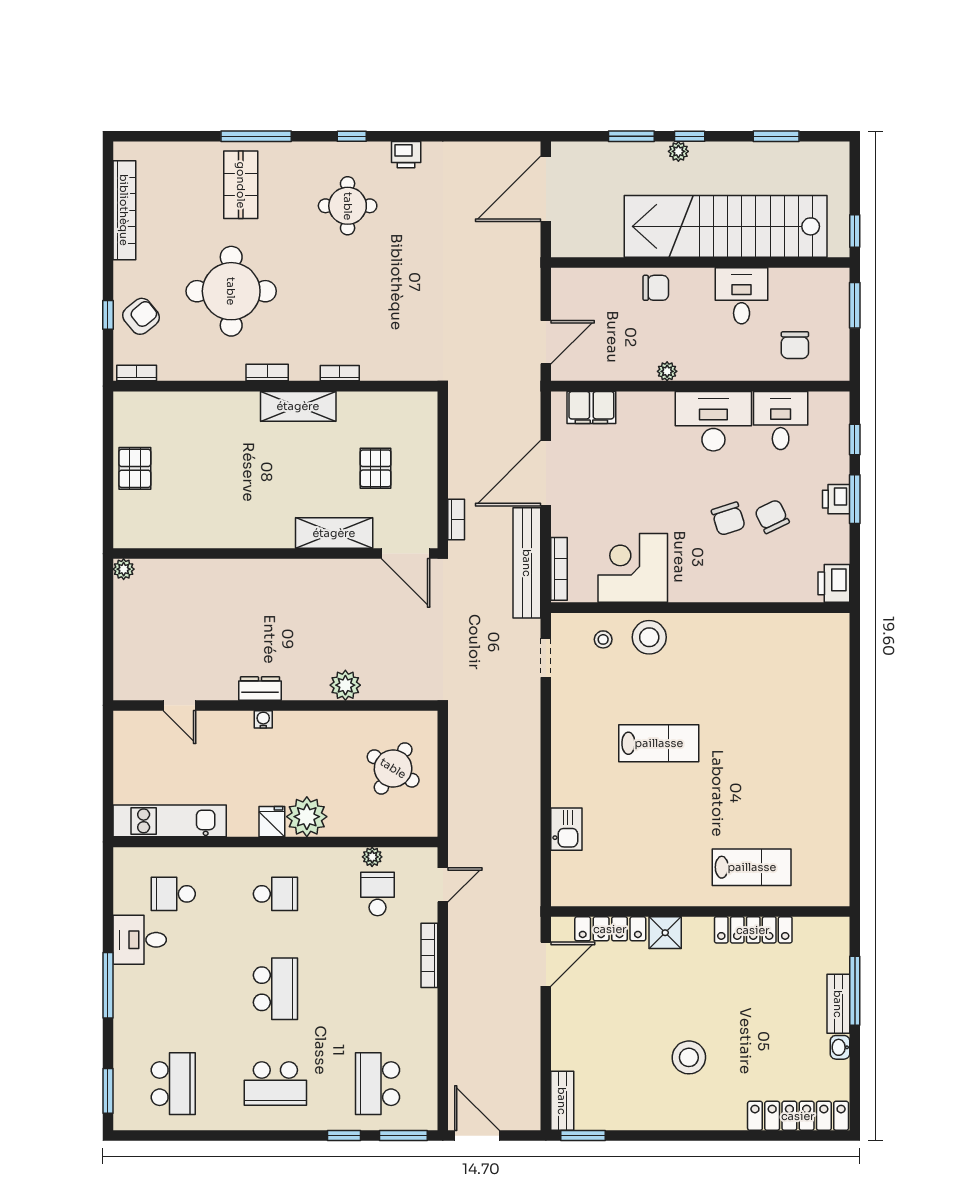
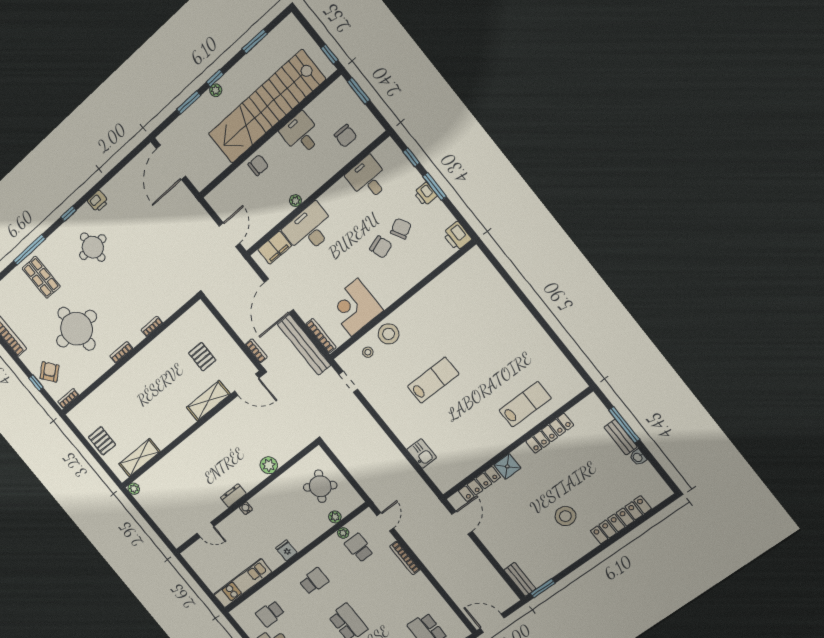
shelving: (298, 406) -> (139, 458), moved
desk: (713, 421) -> (309, 229), moved
chair: (772, 516) -> (401, 229), turned 88
plant: (307, 817) -> (335, 517), moved, width x0.53, depth x0.53
locker: (798, 1116) -> (621, 520), moved

